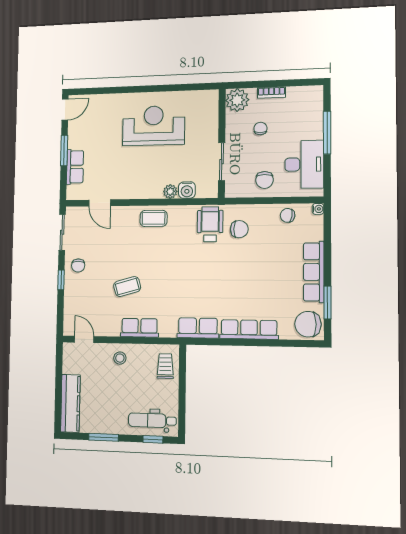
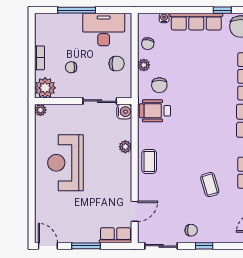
plant: (212, 96) -> (40, 110), added
row of seats: (75, 167) -> (116, 235), moved
water cooler: (187, 190) -> (124, 112), moved
water cooler: (318, 209) -> (164, 18), moved
plant: (263, 211) -> (144, 65), added
chair: (239, 229) -> (159, 85), turned 180
window: (328, 303) -> (222, 10), width x0.67

